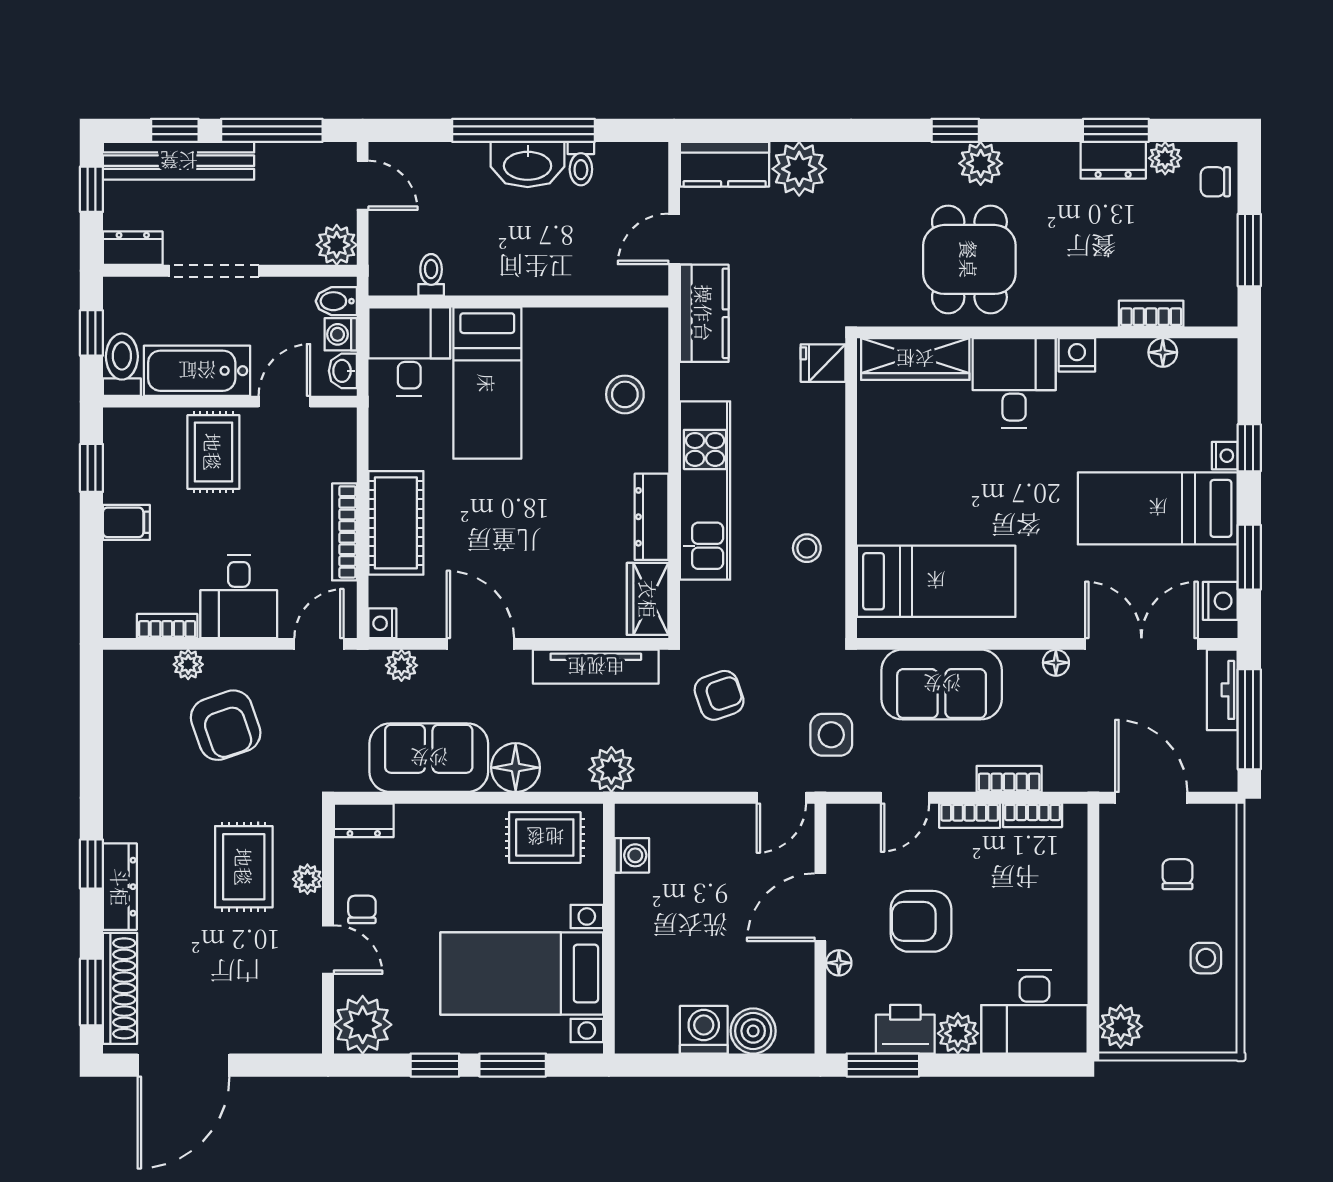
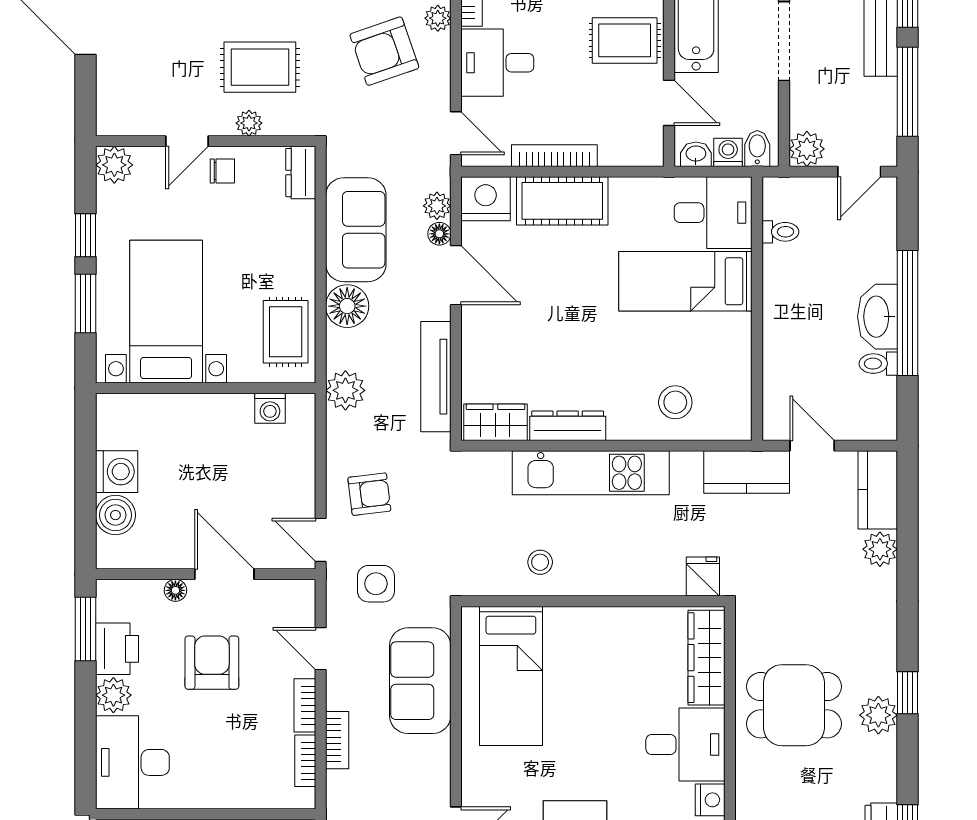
plant: (799, 169) -> (880, 549), width x0.73, depth x0.73
nightstand: (382, 623) -> (486, 199), width x1.89, depth x1.79
door: (480, 644) -> (456, 275), hinge flipped
floor lamp: (1056, 663) -> (439, 234), moved
armchair: (719, 695) -> (369, 494), moved, turned -78
plant: (363, 1025) -> (114, 165), width x0.73, depth x0.73

